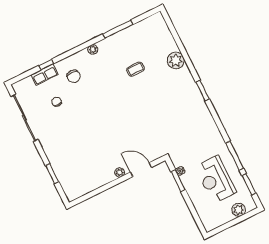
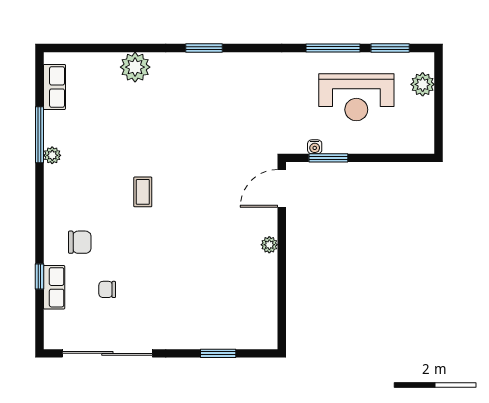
row of seats: (146, 25) -> (54, 87), added
plant: (93, 50) -> (52, 155), moved
coffee table: (135, 69) -> (143, 192), moved
door: (141, 170) -> (282, 188), moved

